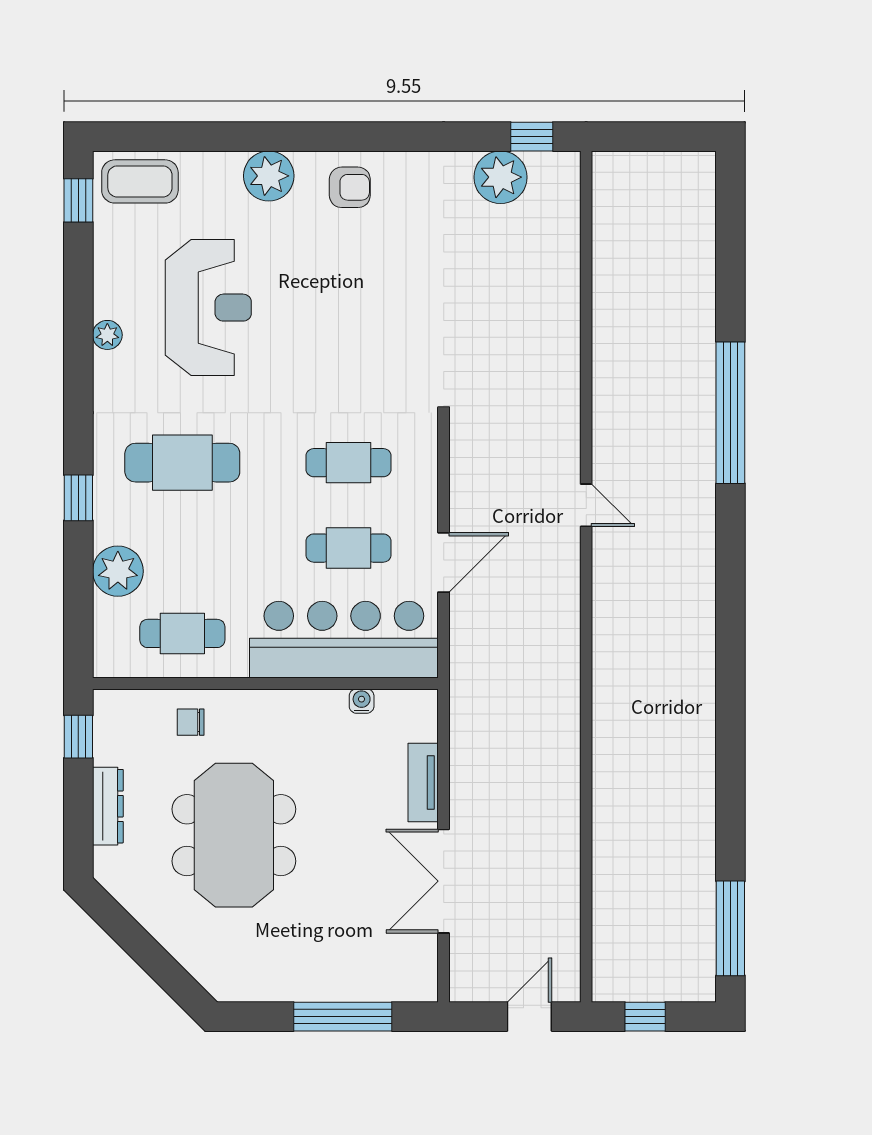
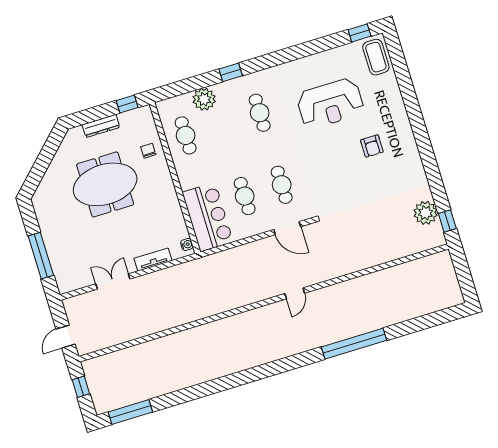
plant: (269, 176) -> (395, 112), removed
armchair: (350, 187) -> (372, 146), moved
plant: (107, 335) -> (305, 63), removed
cafe table: (182, 463) -> (260, 113), width x0.73, depth x0.74
door: (444, 562) -> (287, 228), moved
bar counter: (344, 640) -> (208, 217), width x0.73
water cooler: (362, 701) -> (187, 244), moved
double door: (444, 881) -> (113, 281), width x0.73
door: (529, 1017) -> (66, 337), swing flipped

